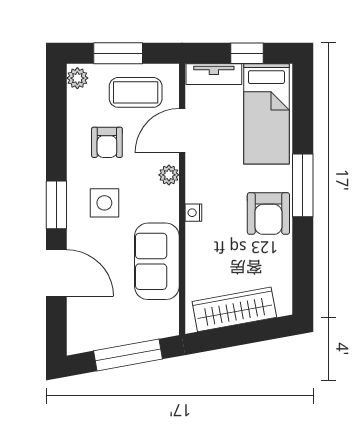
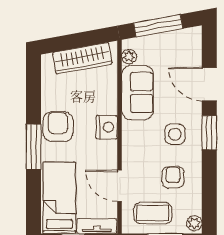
door: (182, 131) -> (120, 186), swing flipped
plant: (169, 175) -> (129, 56), moved
nightstand: (193, 213) -> (107, 127), width x1.89, depth x1.79

